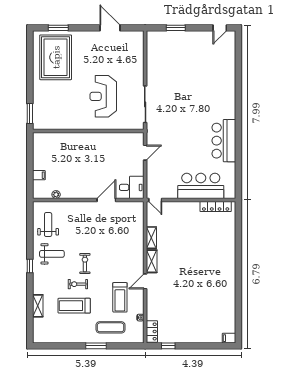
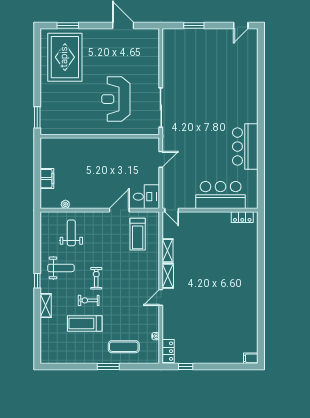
filing cabinet: (39, 175) -> (47, 179), width x2.00
locker: (216, 206) -> (242, 217), width x0.66
weight bench: (48, 225) -> (71, 233), moved
treadmill: (120, 297) -> (138, 234), moved
shelving: (38, 306) -> (46, 306), moved

